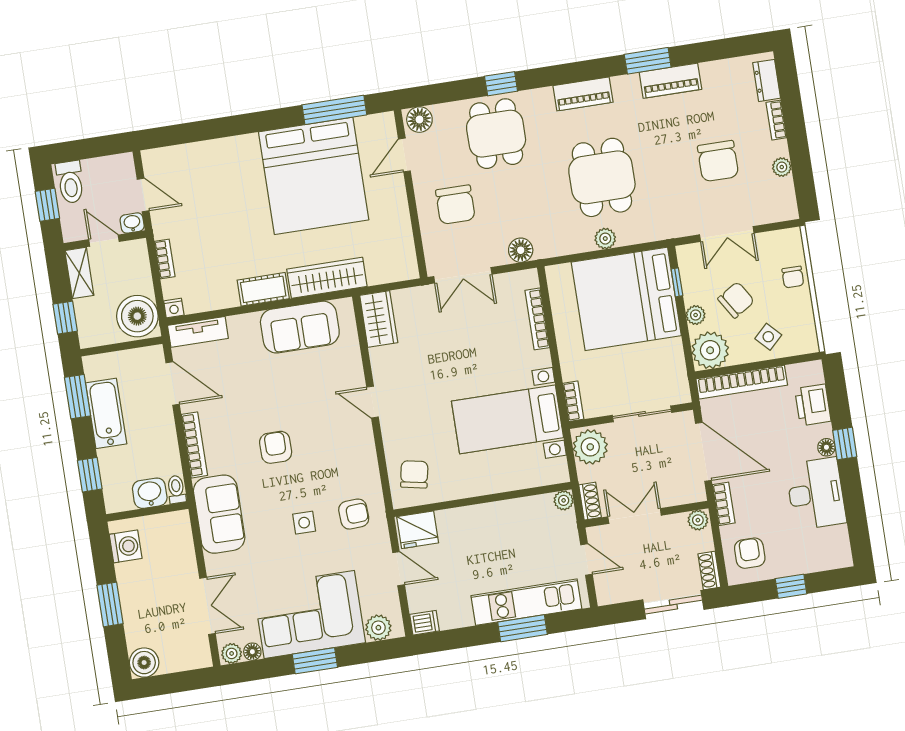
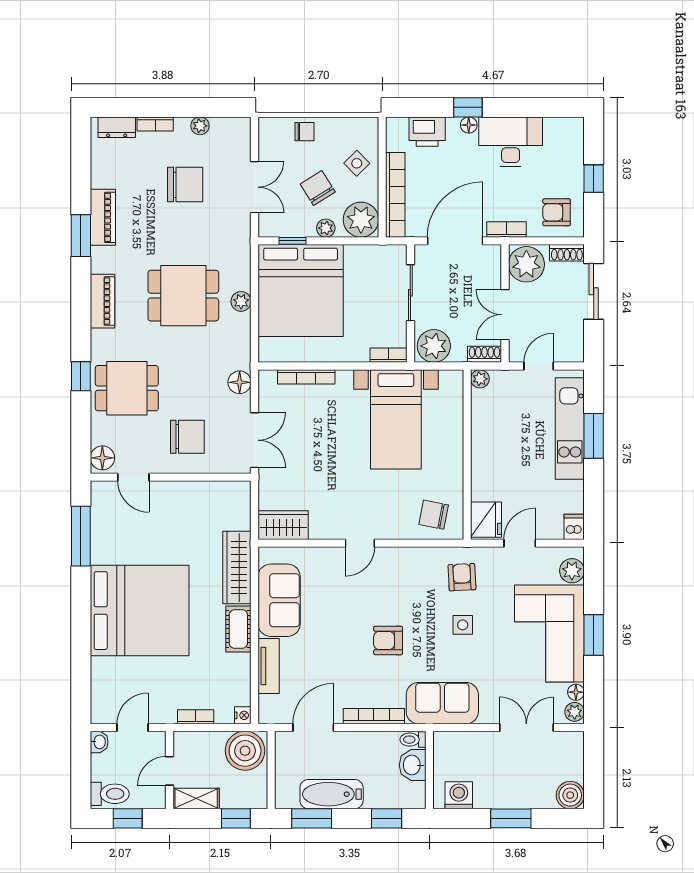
bed: (314, 176) -> (140, 611), moved
washbasin: (132, 223) -> (99, 742), moved, turned 180
tv unit: (198, 332) -> (269, 666), moved
plant: (698, 520) -> (526, 264), width x1.88, depth x1.88

